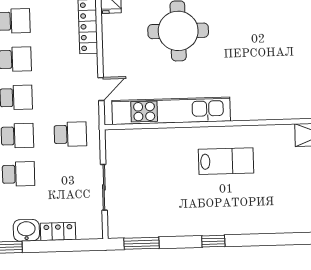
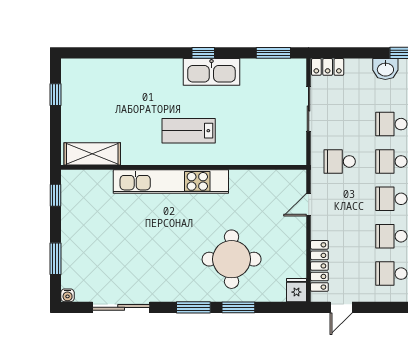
kitchen unit: (171, 111) -> (171, 181), moved
kitchen sink: (204, 222) -> (211, 72), added
locker: (58, 231) -> (328, 67), moved

